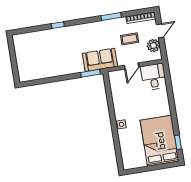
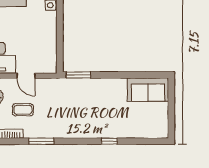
sofa: (100, 60) -> (148, 90), moved
door: (132, 66) -> (26, 76), swing flipped

